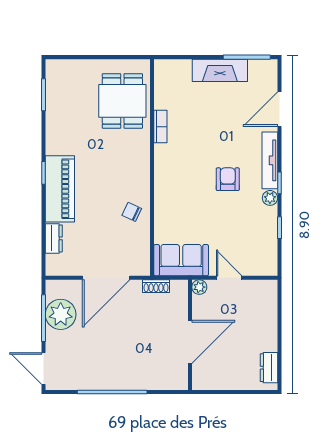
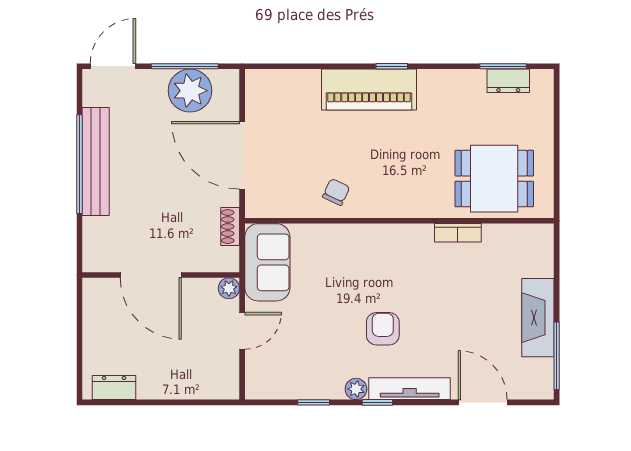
armchair: (228, 179) -> (383, 329), turned -90
dresser: (54, 238) -> (508, 81), moved
bench: (110, 381) -> (96, 162), added

